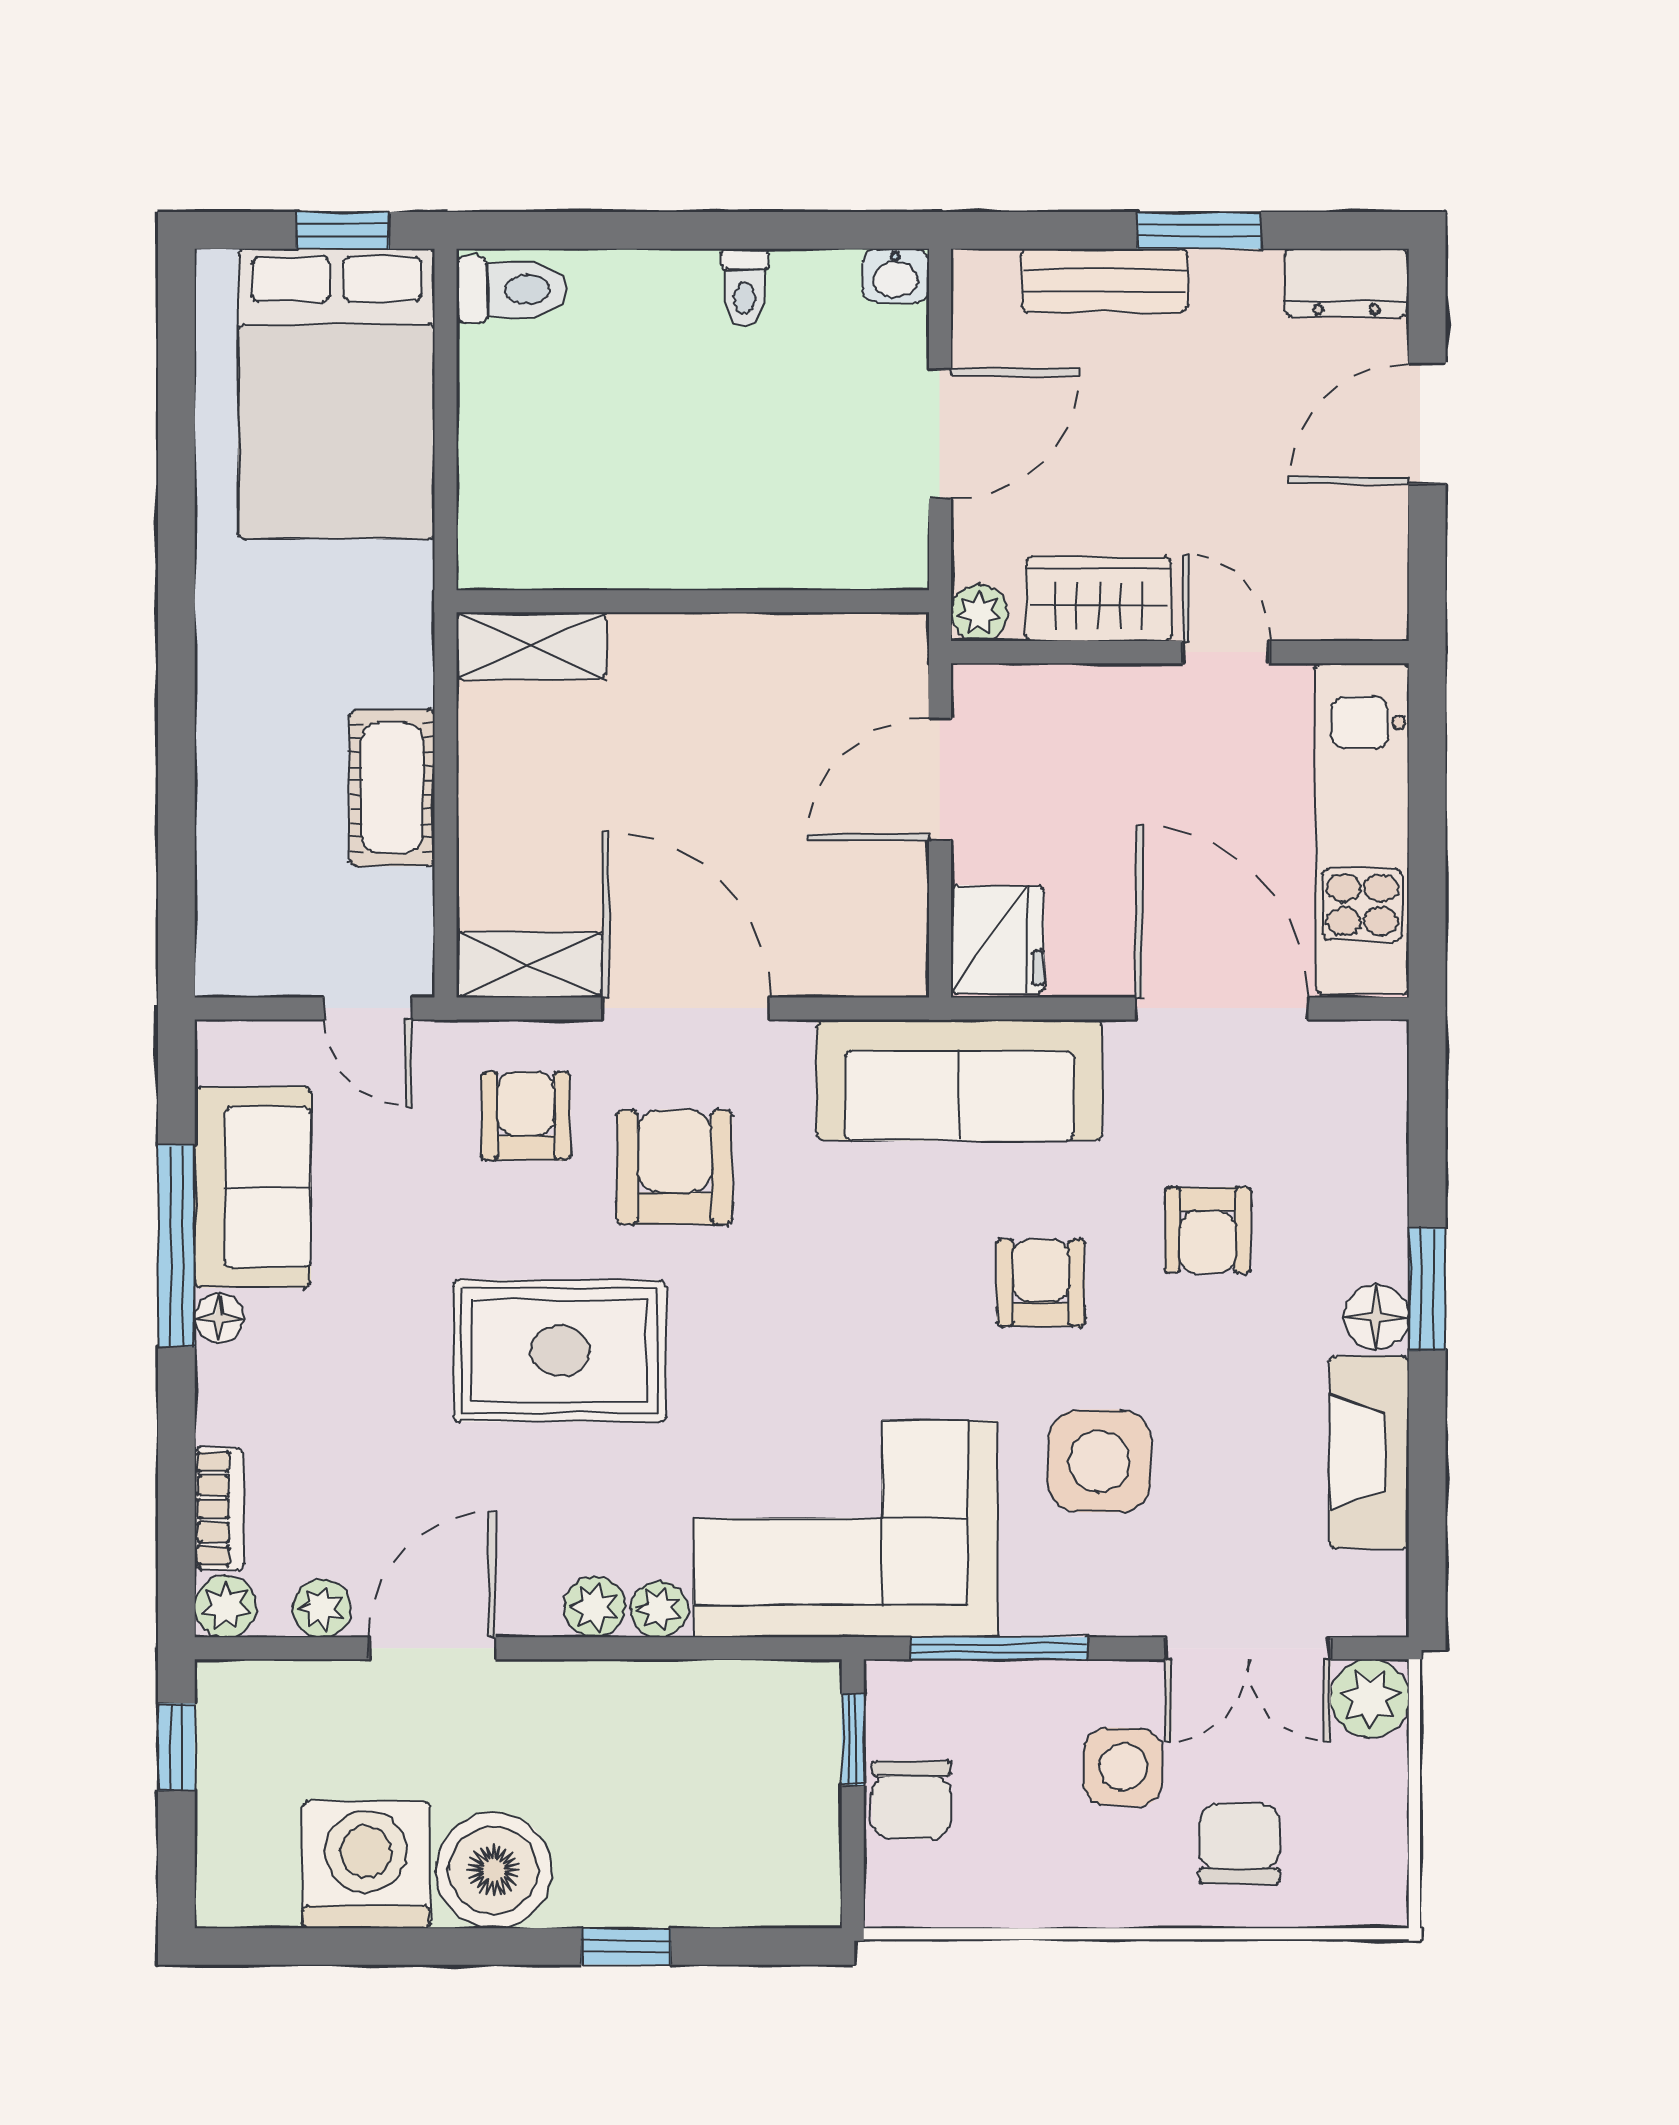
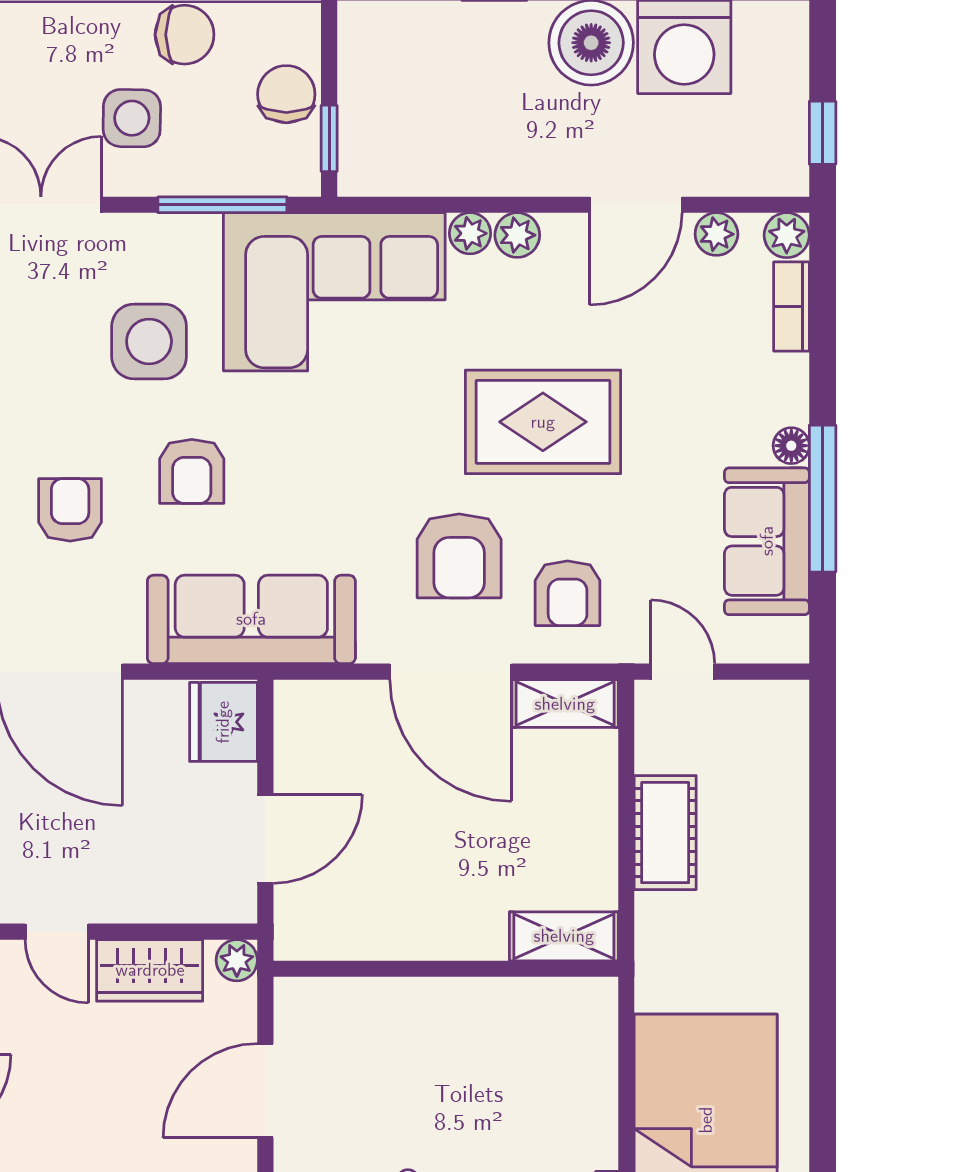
chair: (1240, 1844) -> (185, 35), moved, turned -90

